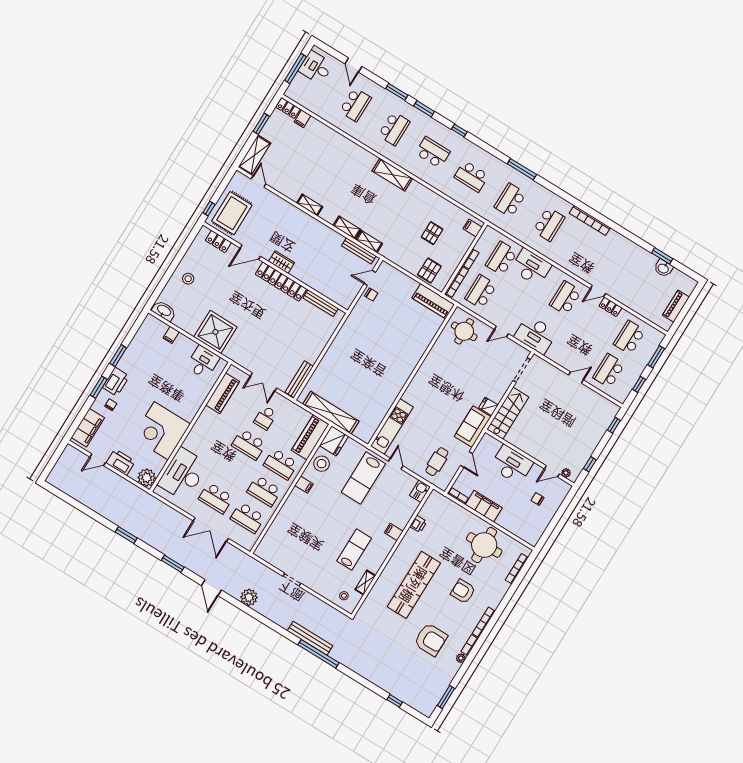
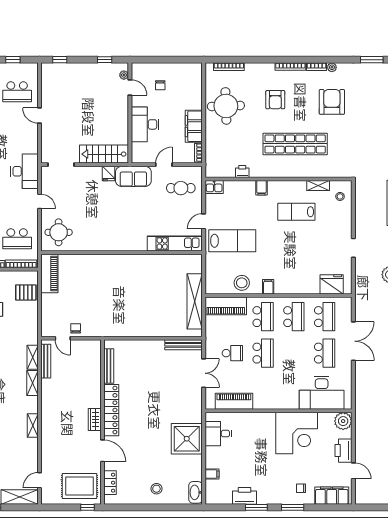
printer: (116, 382) -> (245, 496), moved
fridge: (334, 441) -> (332, 284), moved

